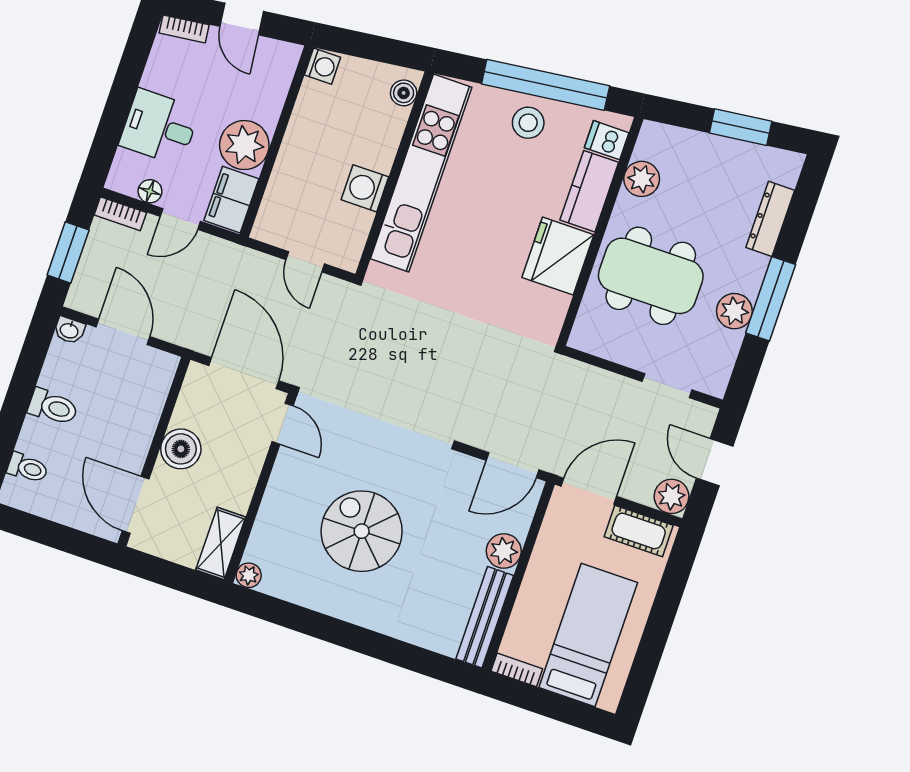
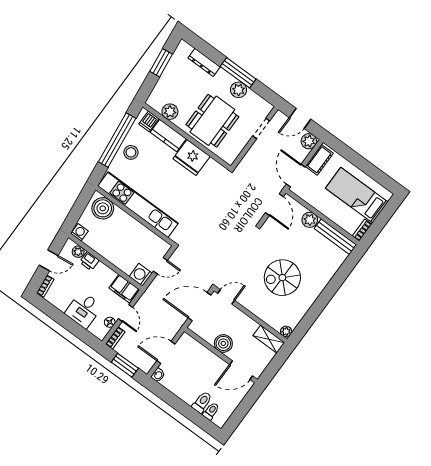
boiler: (404, 93) -> (103, 208), width x1.86, depth x1.86
printer: (267, 106) -> (89, 261), added
plant: (244, 145) -> (78, 252), moved, width x0.53, depth x0.53
washing machine: (365, 188) -> (141, 275), moved, turned 90
toilet: (53, 407) -> (202, 402), moved

